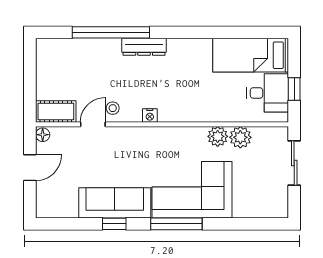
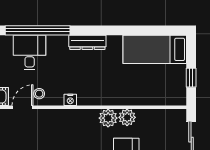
dresser: (144, 47) -> (87, 42), moved
desk: (268, 93) -> (30, 53), moved, turned -90
plant: (240, 137) -> (108, 118), moved

